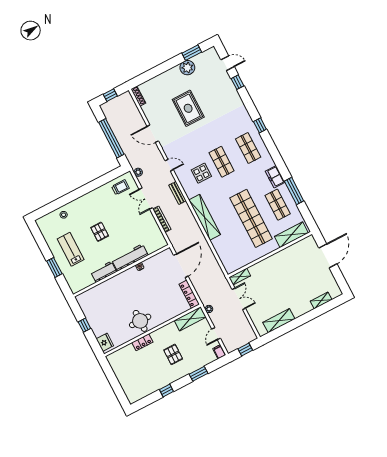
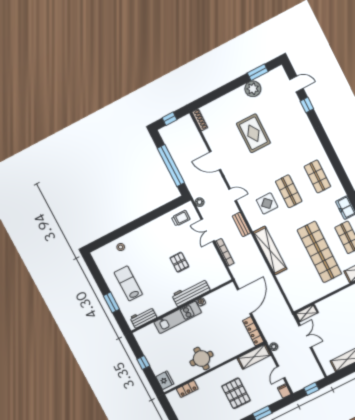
window: (260, 125) -> (330, 152), removed
pallet: (100, 232) -> (179, 262), moved
workbench: (104, 272) -> (143, 317), moved
kitchen unit: (117, 281) -> (178, 317), added
locker: (142, 342) -> (187, 389), moved
pallet: (173, 354) -> (236, 393), width x1.50, depth x1.42

